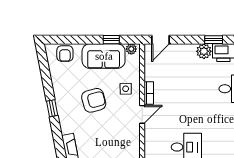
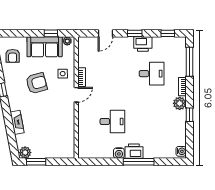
door: (160, 40) -> (105, 33), moved
plant: (204, 51) -> (127, 43), removed
armchair: (65, 54) -> (13, 56), moved

